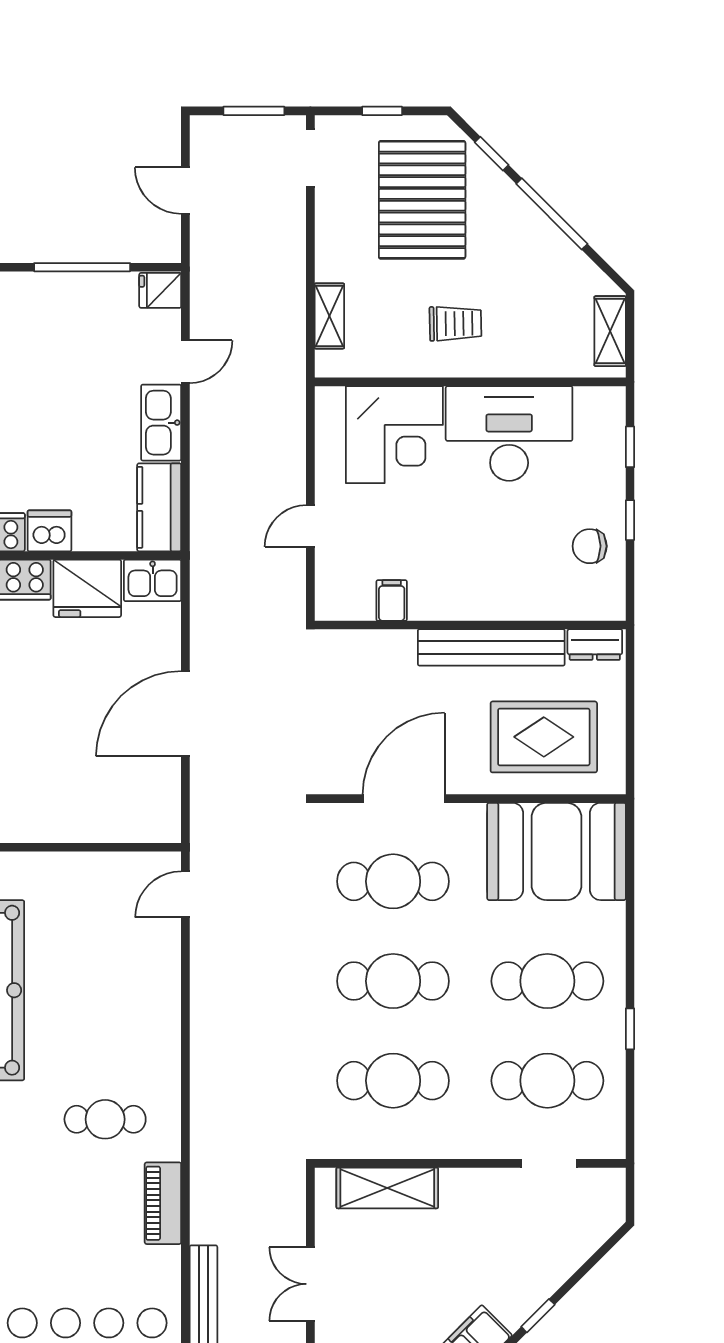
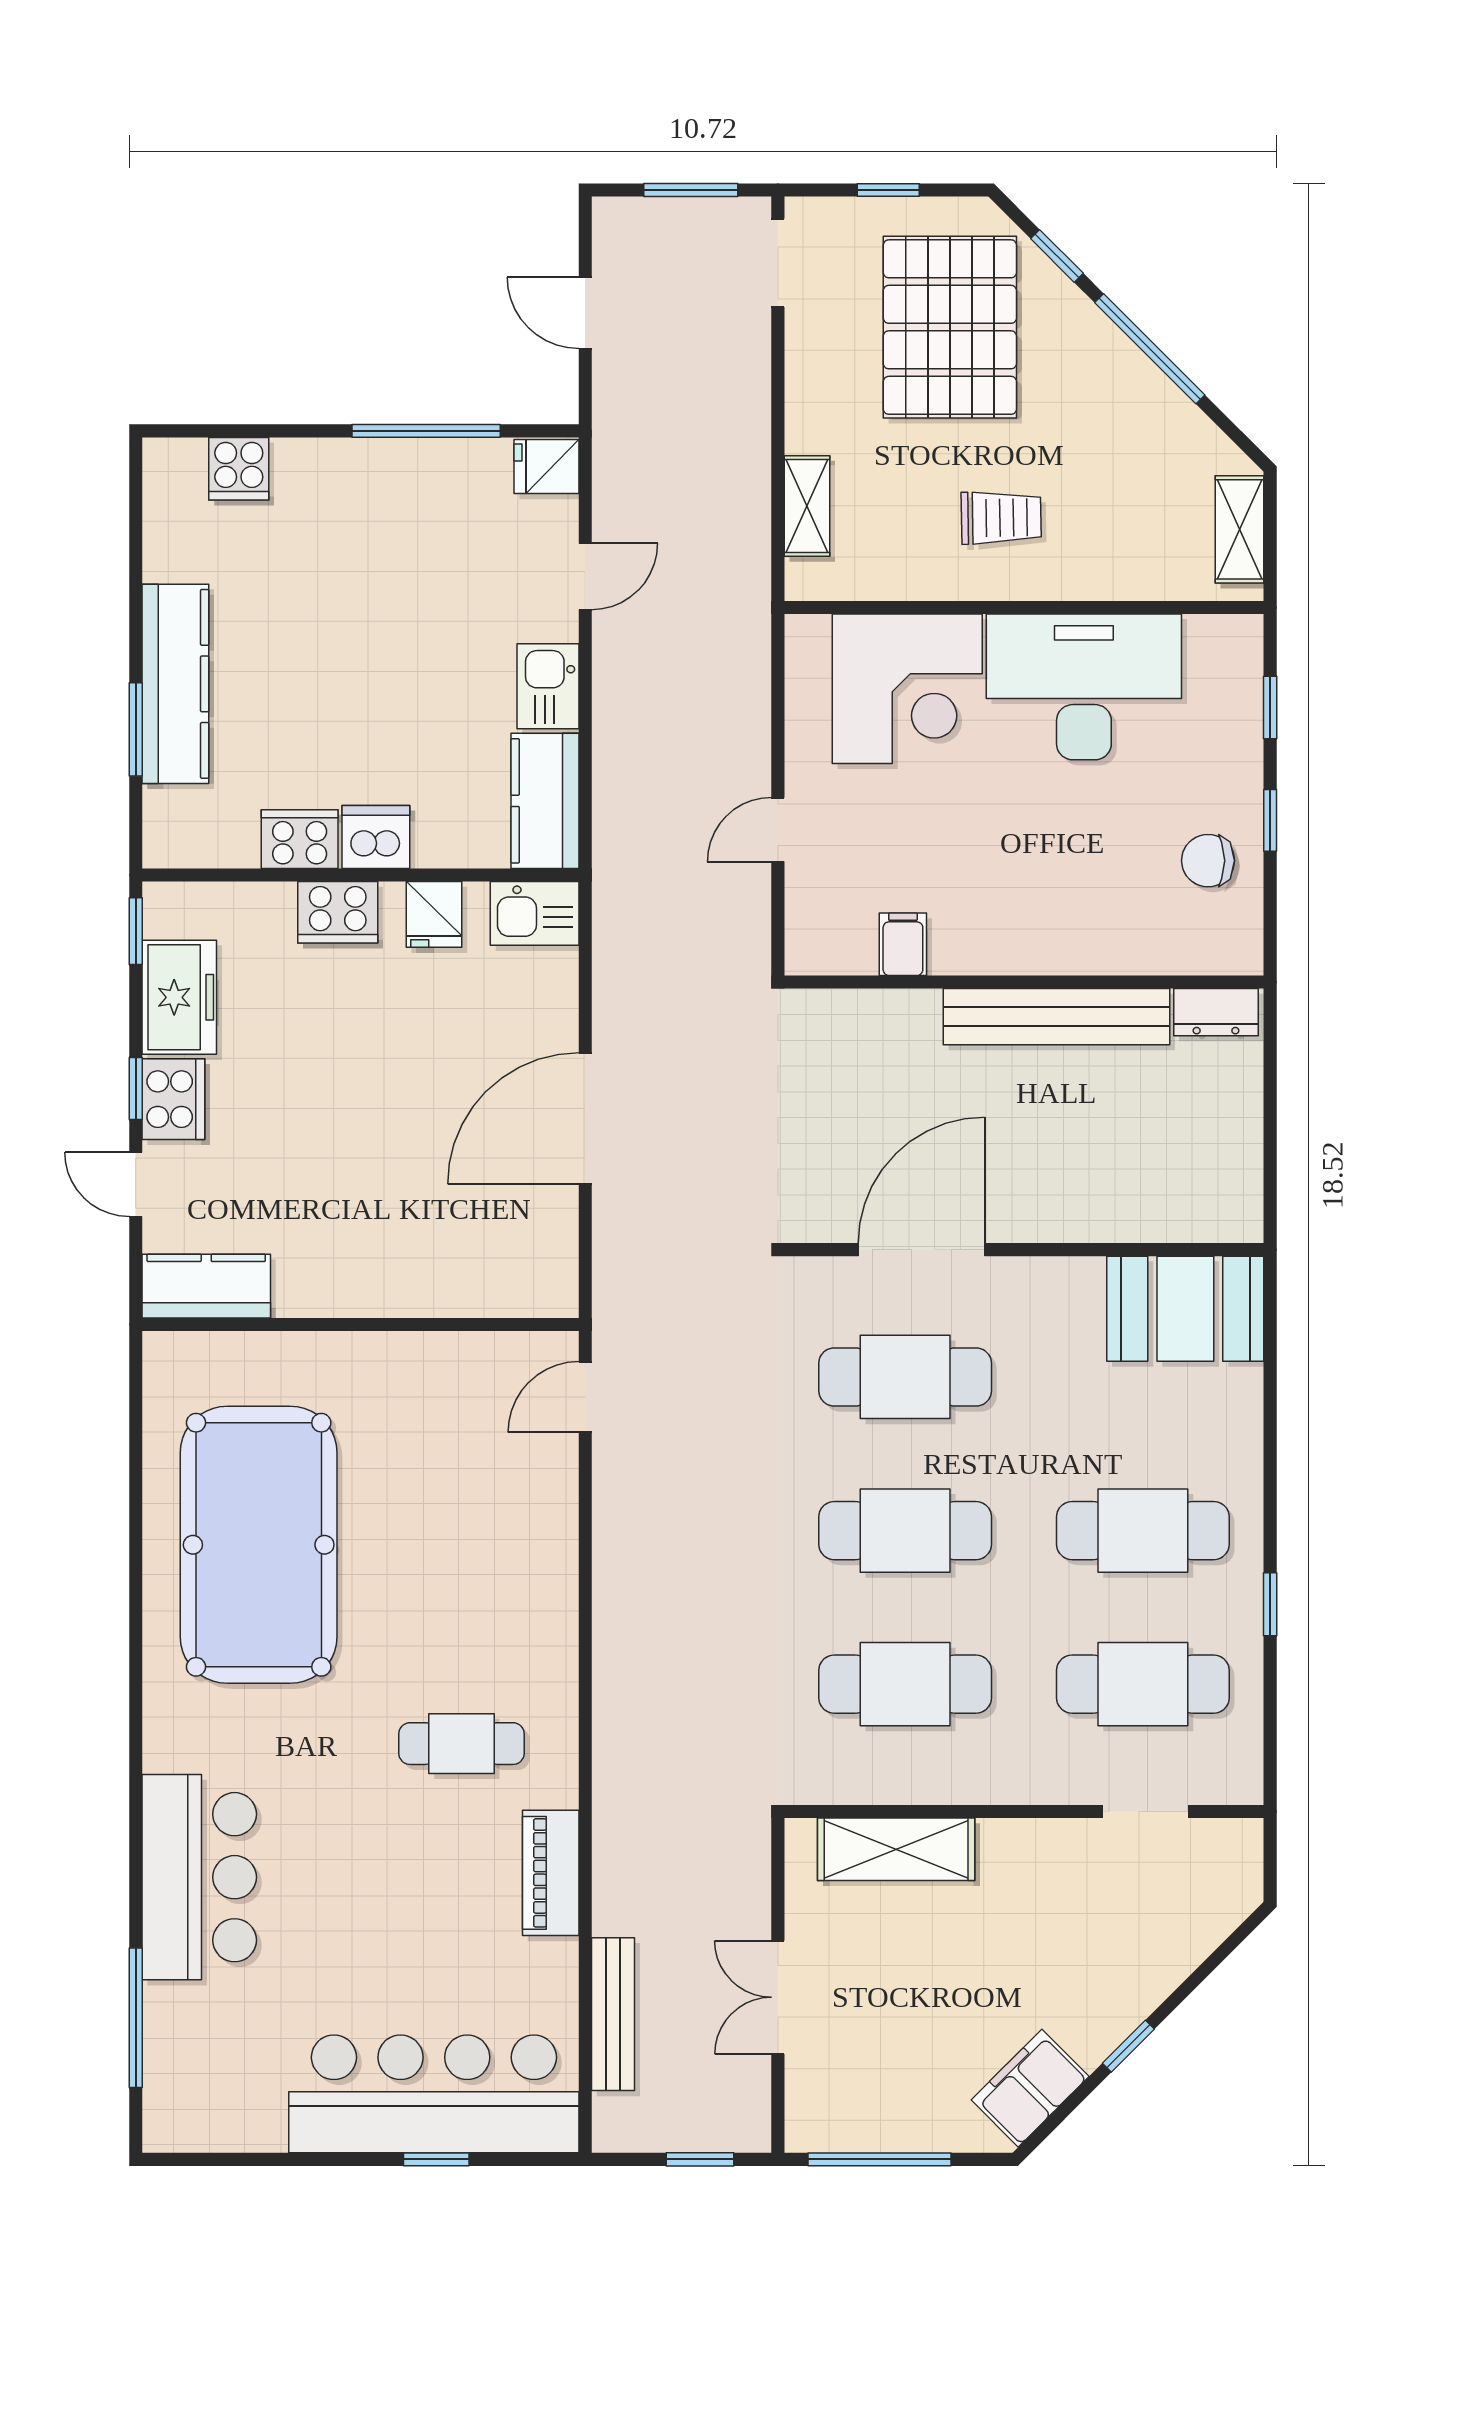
kitchen sink: (161, 423) -> (548, 686), width x0.73
fridge: (87, 588) -> (434, 914), width x0.53, depth x0.75
rug: (544, 737) -> (1137, 1155), removed
booth: (556, 851) -> (1185, 1309), width x0.73, depth x0.70

